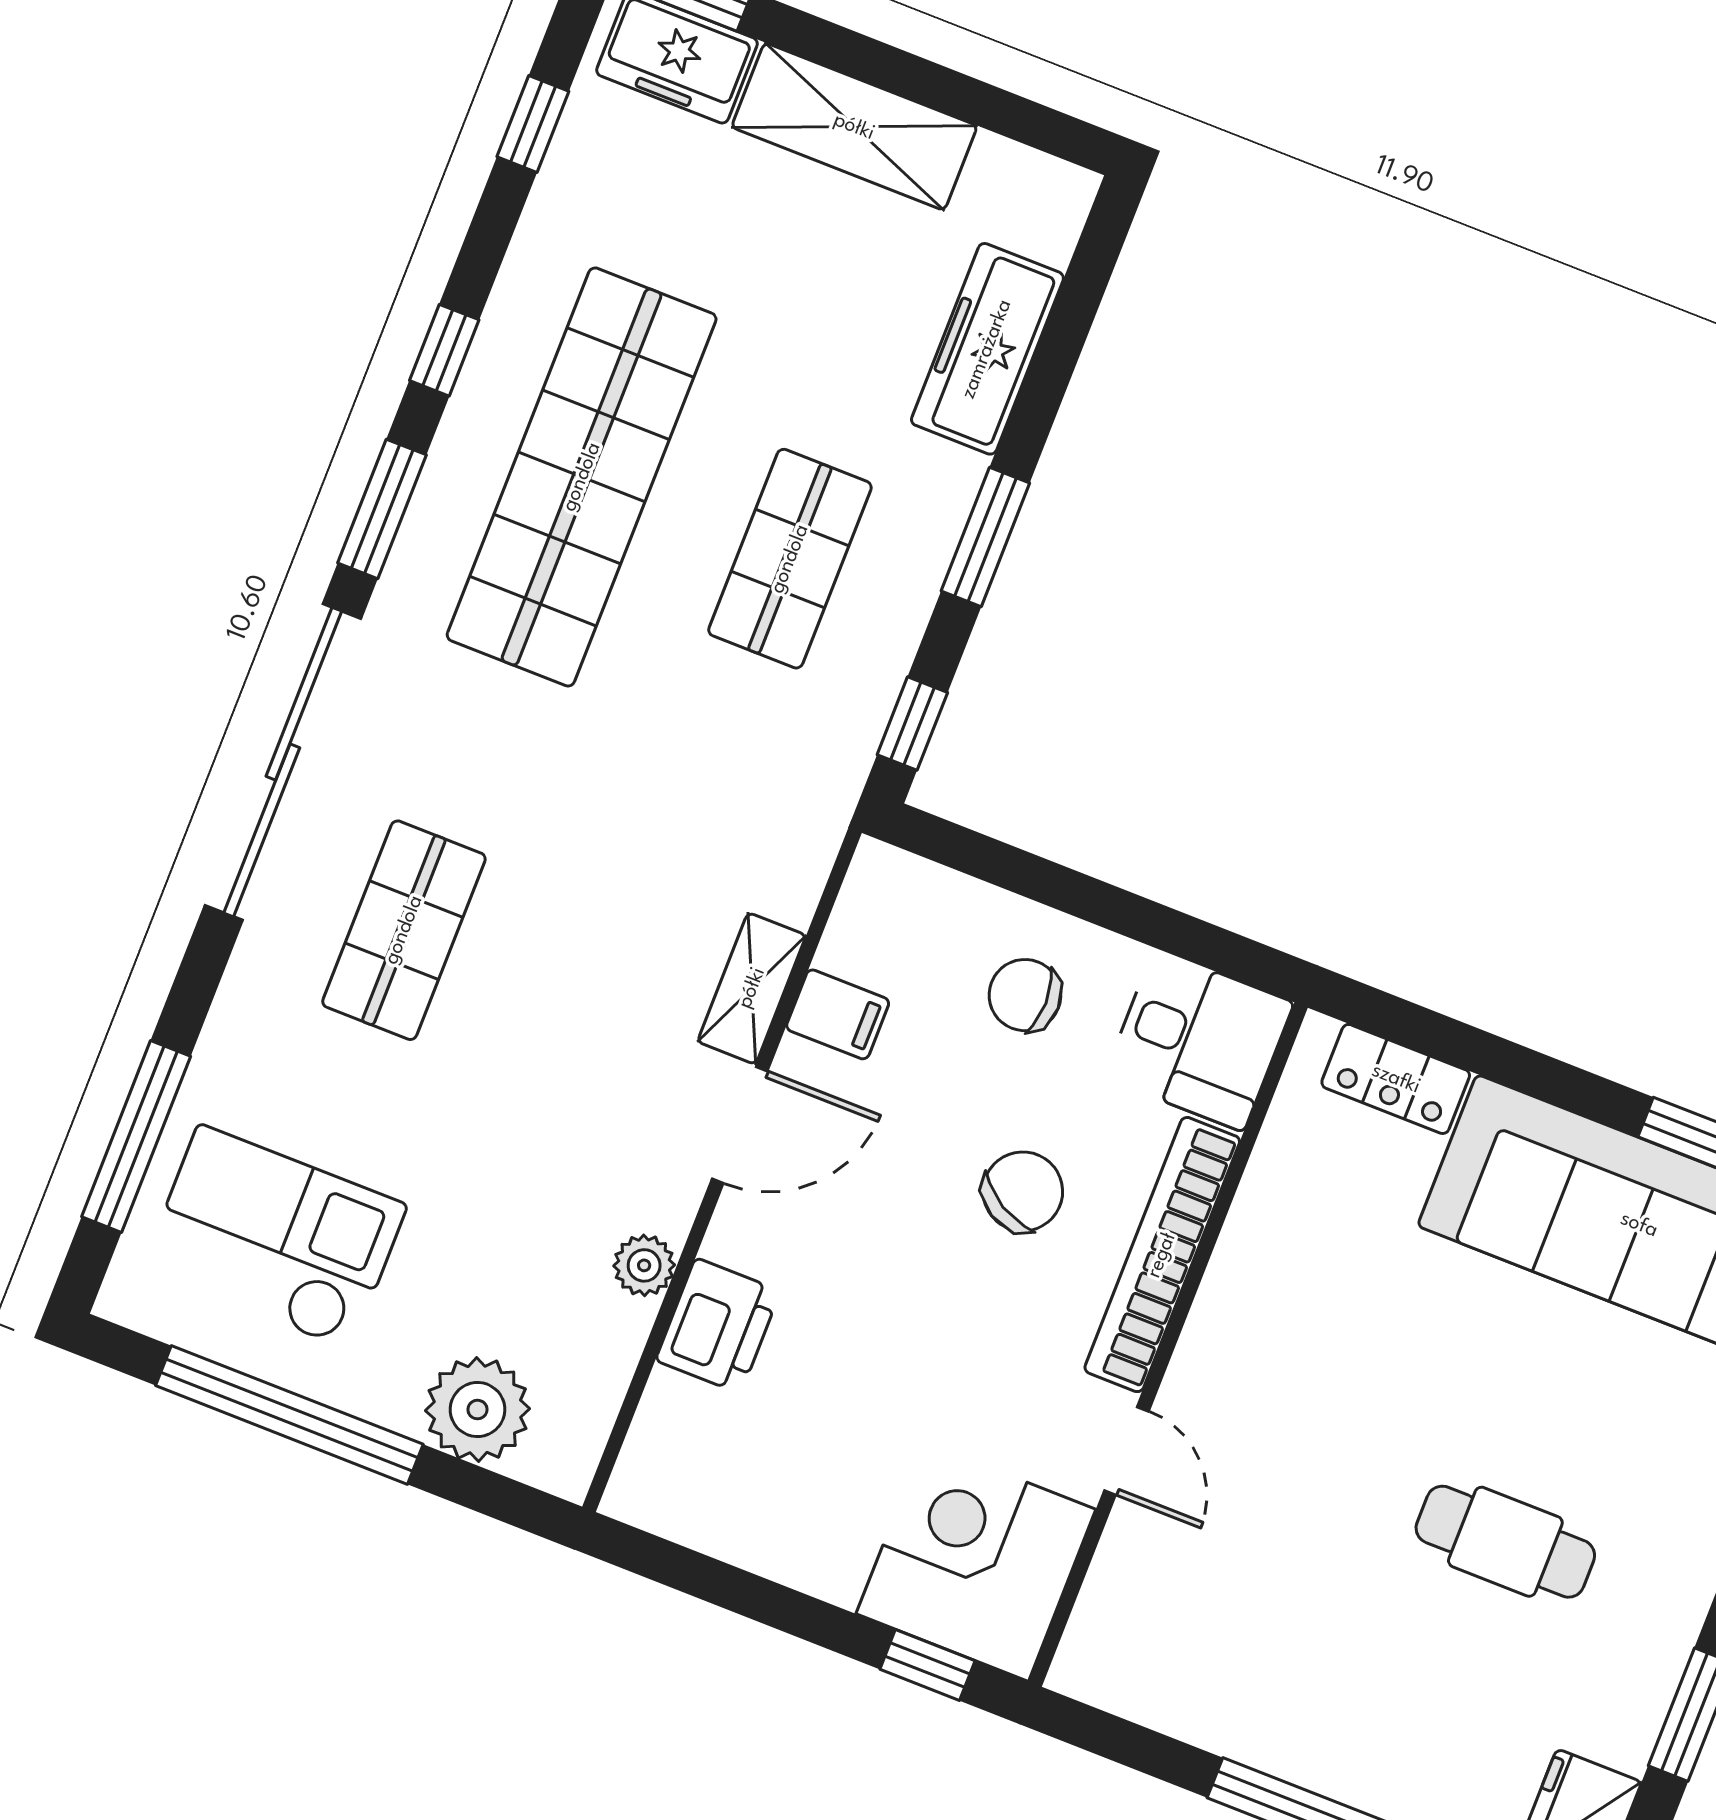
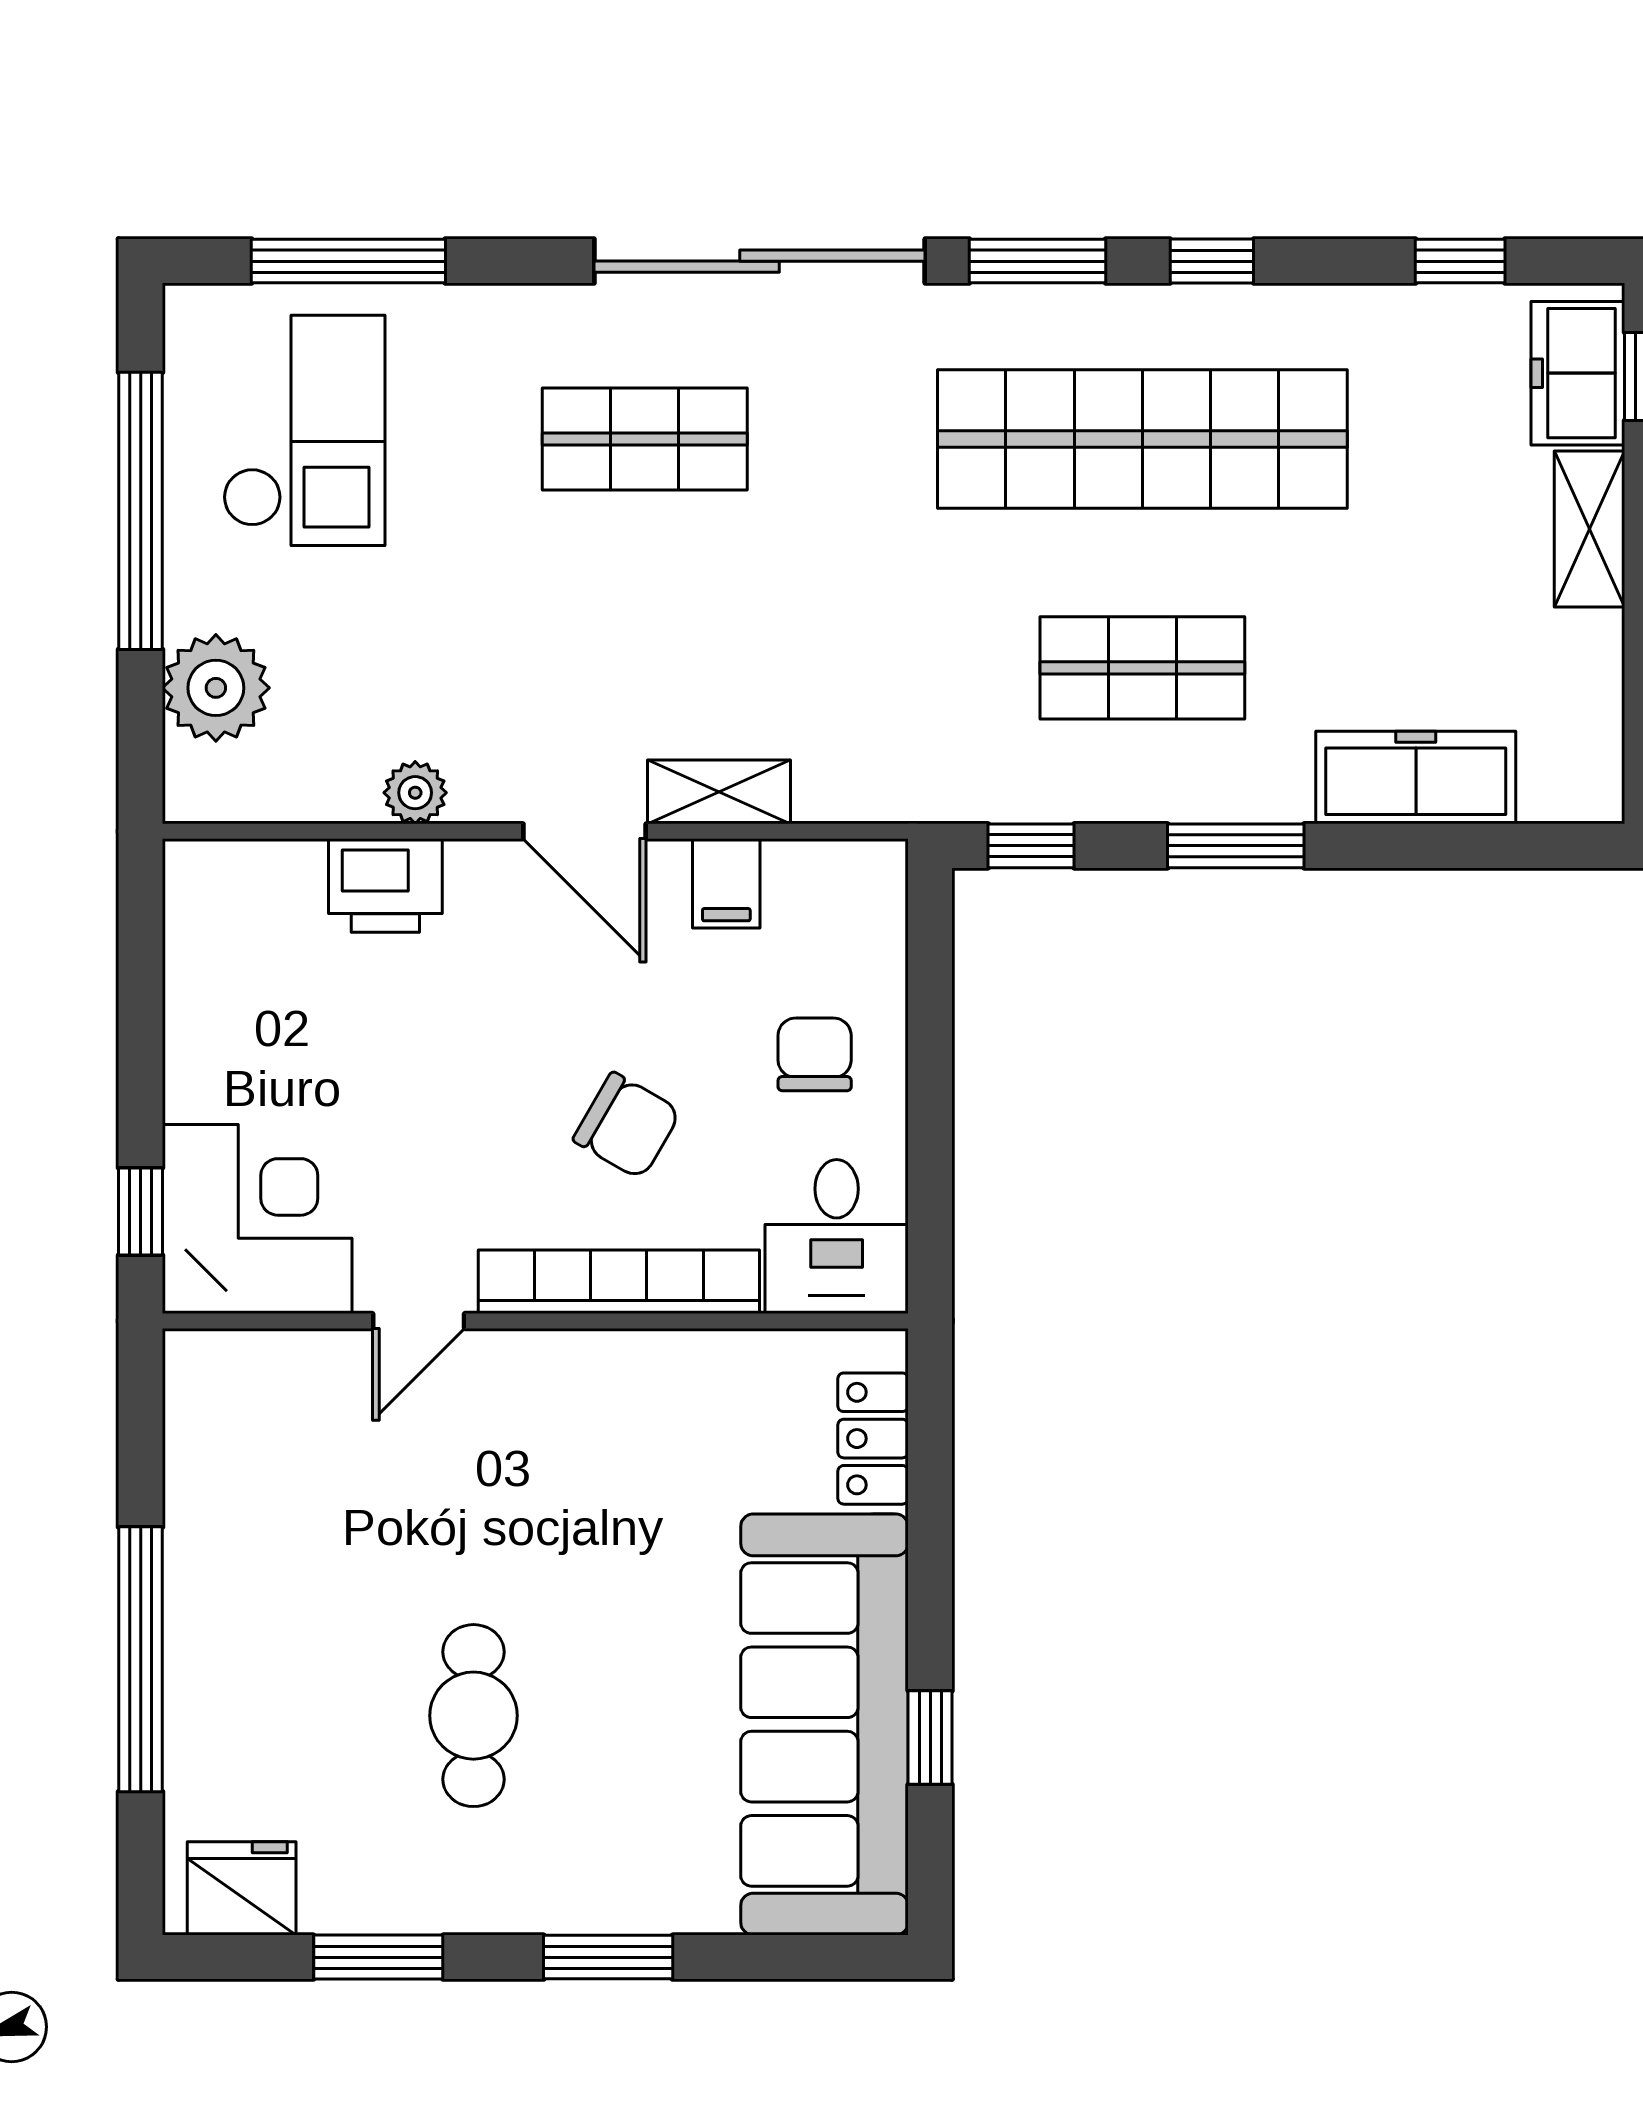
shelving: (854, 127) -> (1589, 529), width x0.67, depth x0.75

